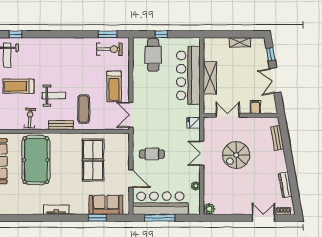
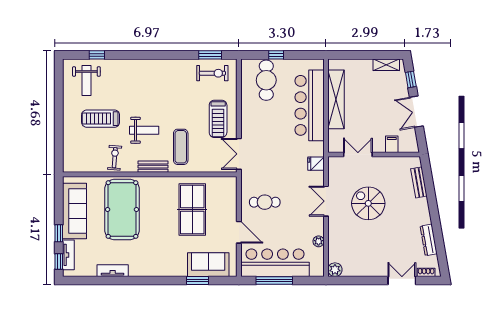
shelving: (240, 42) -> (386, 65), moved
shelving: (210, 78) -> (336, 99), width x1.47
spiral stairs: (236, 155) -> (368, 203), turned 90
tv unit: (56, 210) -> (113, 271), moved

